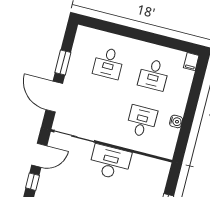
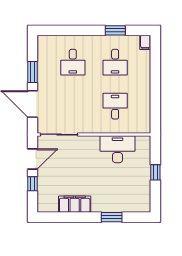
window: (162, 41) -> (115, 30), added
water cooler: (176, 121) -> (145, 98), removed
desk: (110, 162) -> (118, 149), moved

